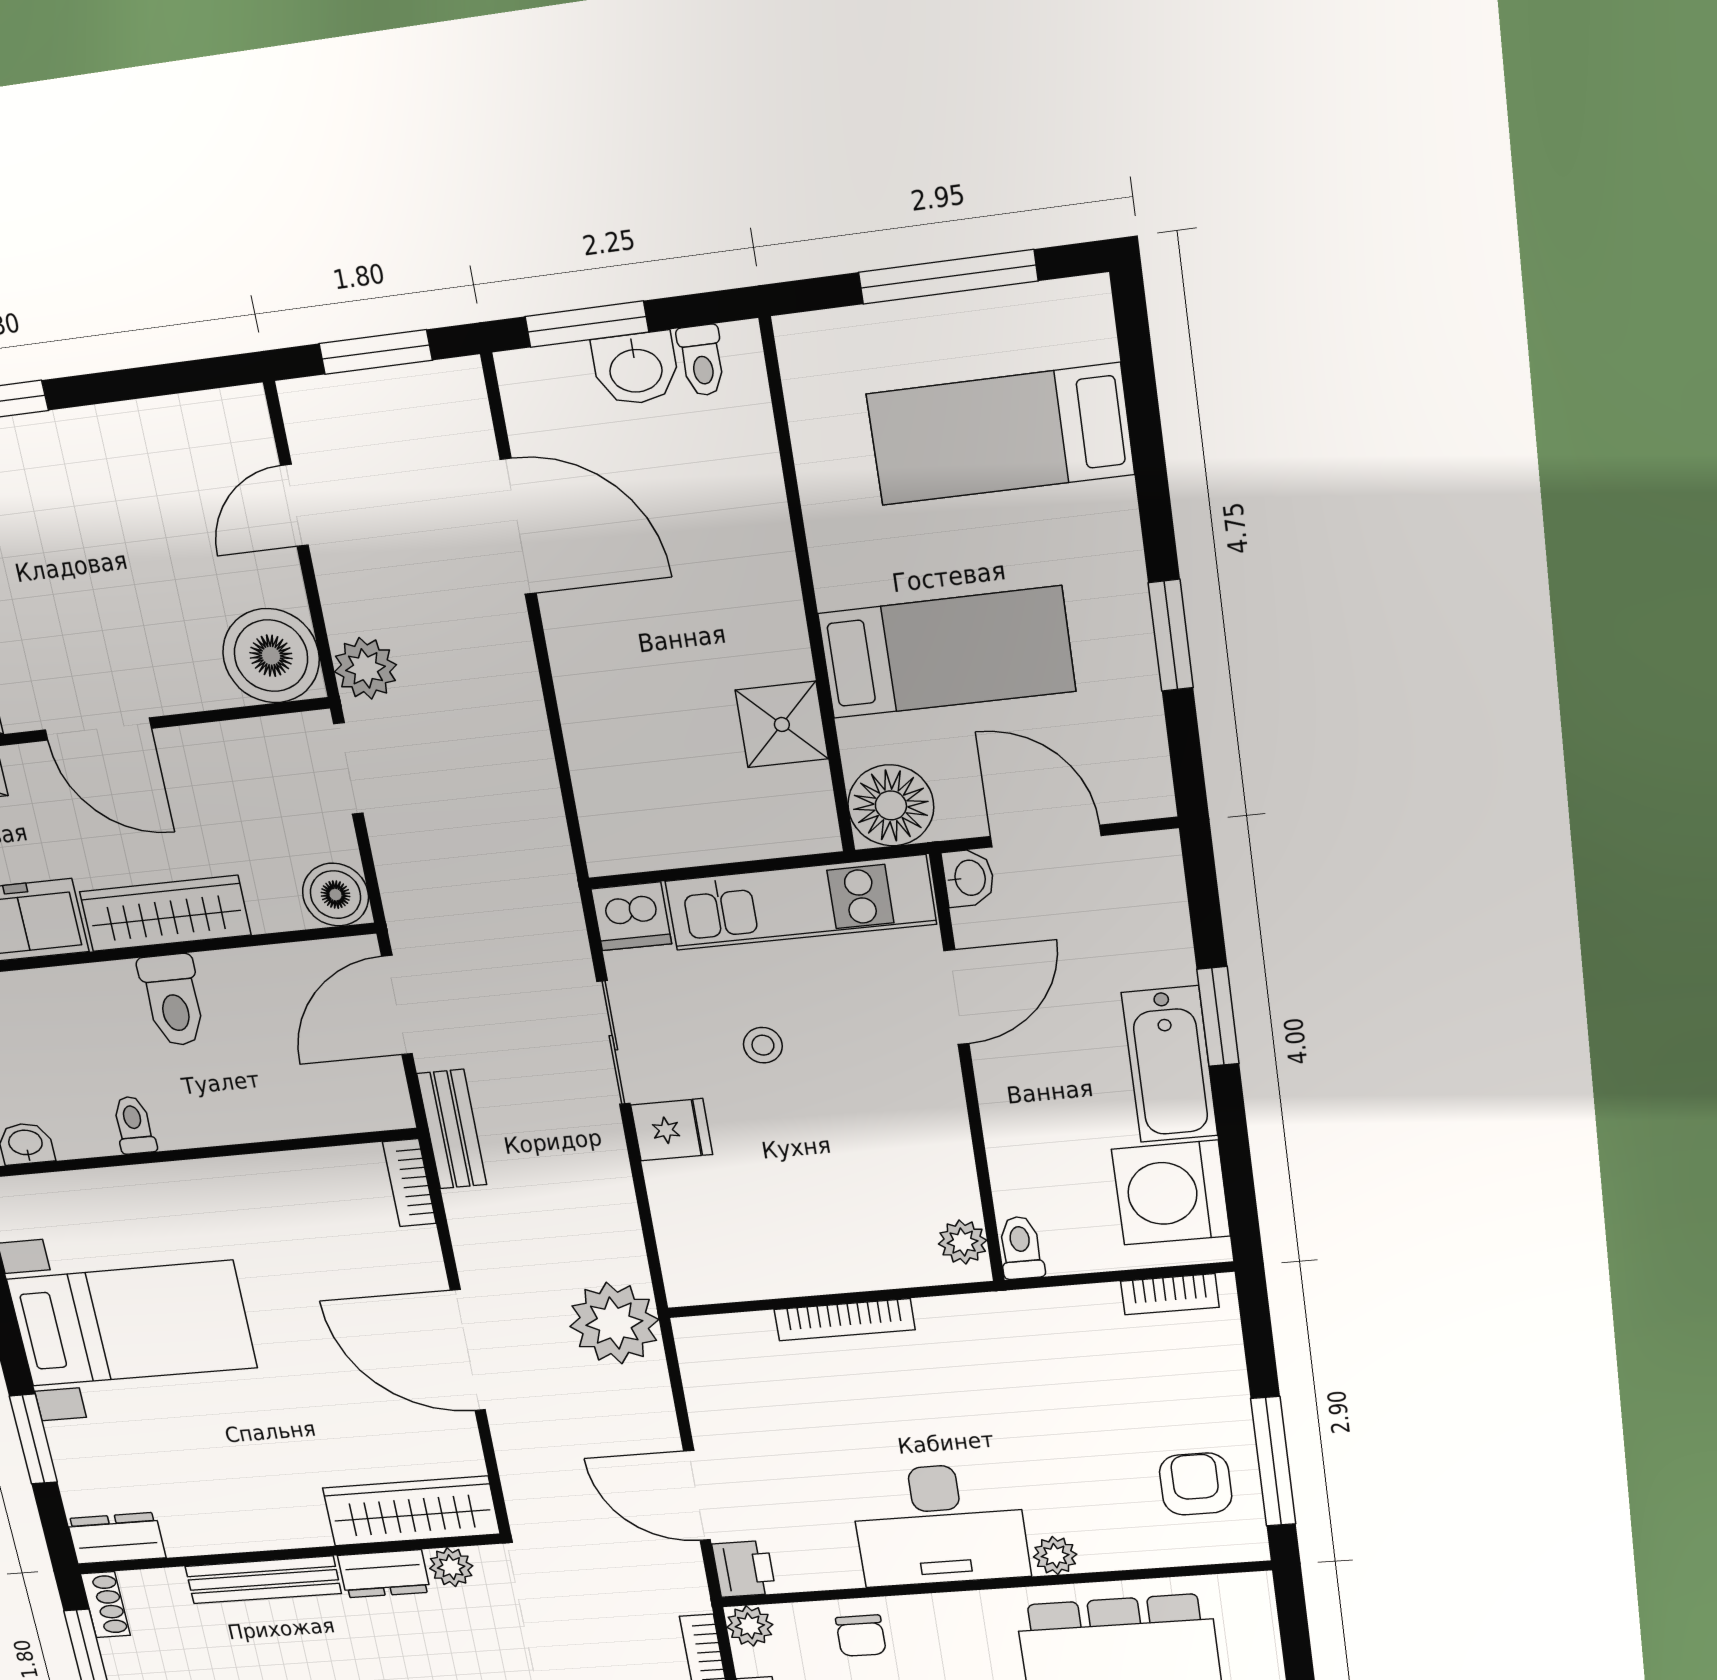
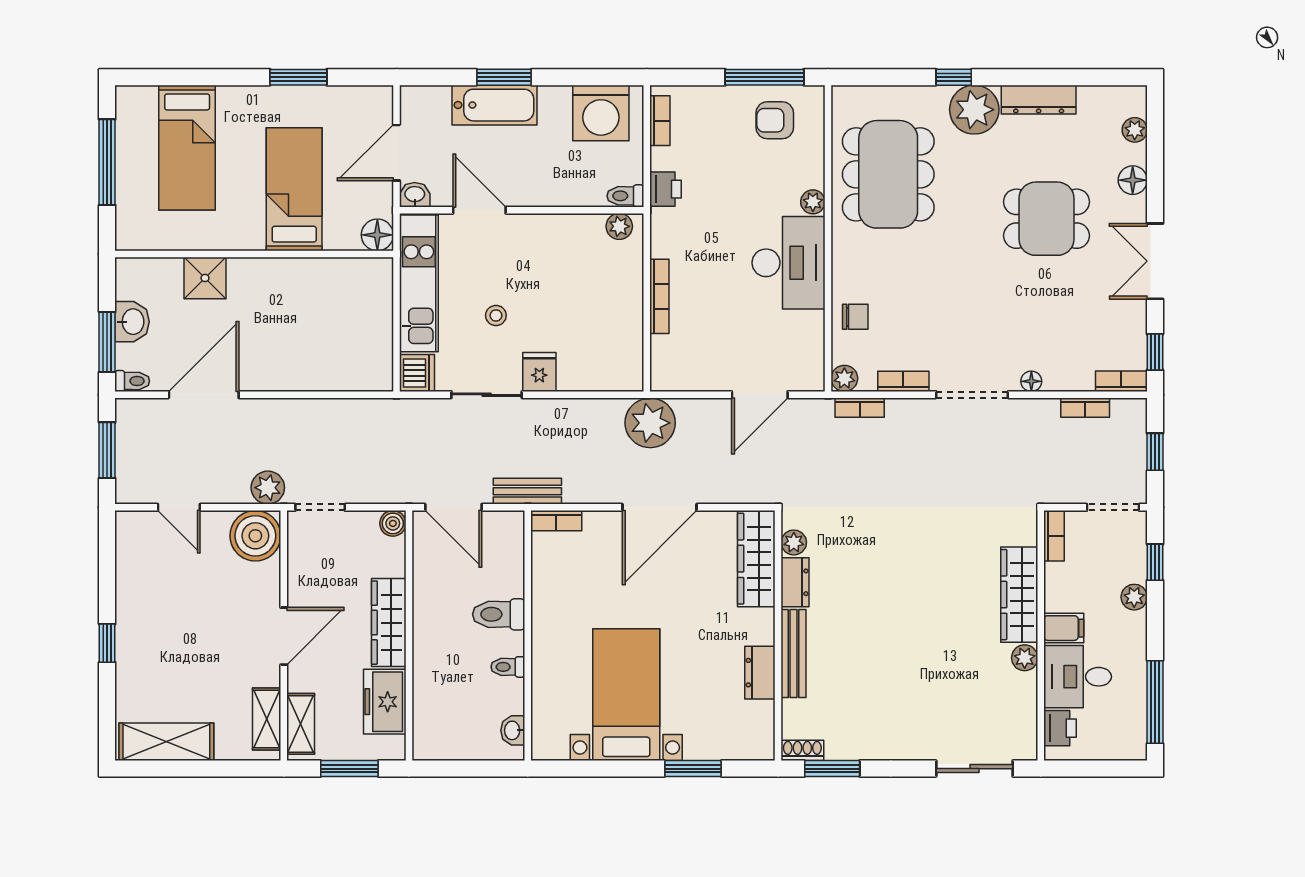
toilet: (702, 360) -> (132, 381), moved
shower: (782, 724) -> (205, 278), moved
floor lamp: (891, 805) -> (377, 235), width x0.73, depth x0.73
boiler: (336, 895) -> (393, 523), width x0.73, depth x0.73
toilet: (173, 1000) -> (499, 614), moved, turned 180
bathtub: (1170, 1064) -> (494, 105), moved
dresser: (116, 1538) -> (760, 673), moved
printer: (744, 1569) -> (665, 189), moved, turned 90

